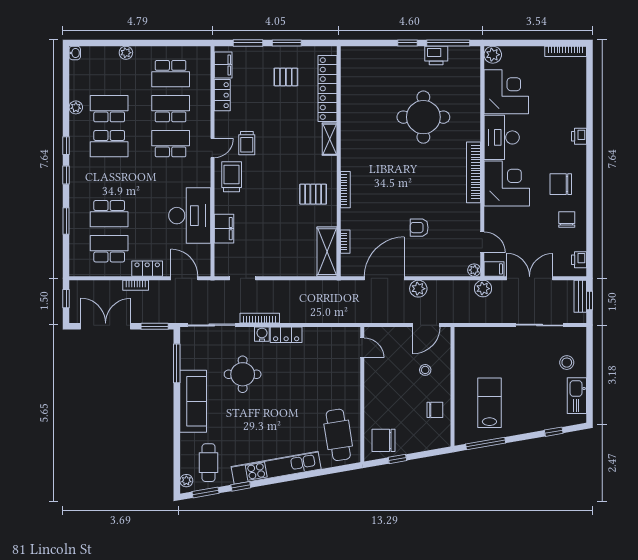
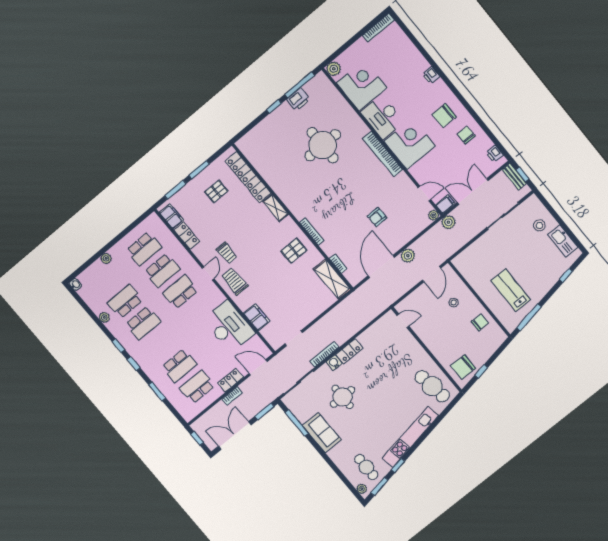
school desk: (171, 109) -> (162, 270), turned 180
sofa: (193, 401) -> (322, 433), width x0.73

